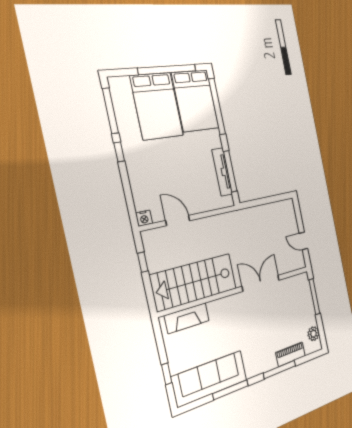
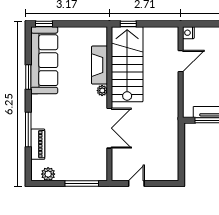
window: (143, 262) -> (128, 24), moved
plant: (227, 302) -> (102, 91), added
fireplace: (187, 318) -> (100, 65), moved
window: (167, 374) -> (44, 24), moved
window: (231, 390) -> (28, 77), width x0.69

